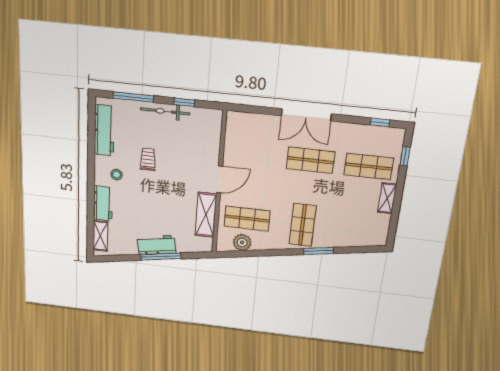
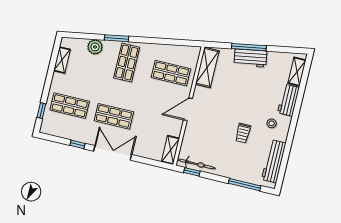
window: (184, 102) -> (192, 172), moved
bicycle: (165, 111) -> (196, 164), moved
window: (380, 122) -> (77, 144), moved
shelving: (233, 128) -> (170, 150), added
shelving: (387, 198) -> (62, 60), moved
shelving: (206, 215) -> (207, 67), moved
plant: (242, 242) -> (95, 47), moved

